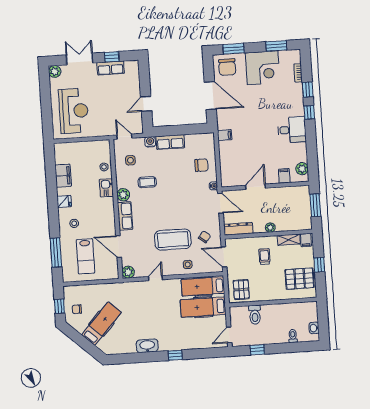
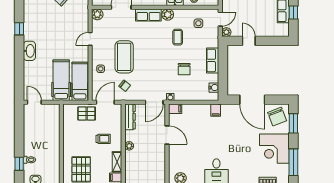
window: (276, 46) -> (293, 162), width x1.44
chair: (227, 67) -> (277, 117), turned -111
door: (210, 96) -> (252, 100), hinge flipped
plant: (138, 129) -> (226, 32), added
water cooler: (150, 142) -> (214, 88), moved
chair: (201, 165) -> (184, 69), moved
filing cabinet: (284, 176) -> (175, 109), moved
door: (156, 278) -> (90, 39), swing flipped
pallet: (241, 290) -> (87, 113), moved
toilet: (255, 315) -> (51, 127), removed
washbasin: (147, 346) -> (29, 51), moved
window: (257, 350) -> (19, 164), moved
window: (175, 355) -> (19, 29), moved

